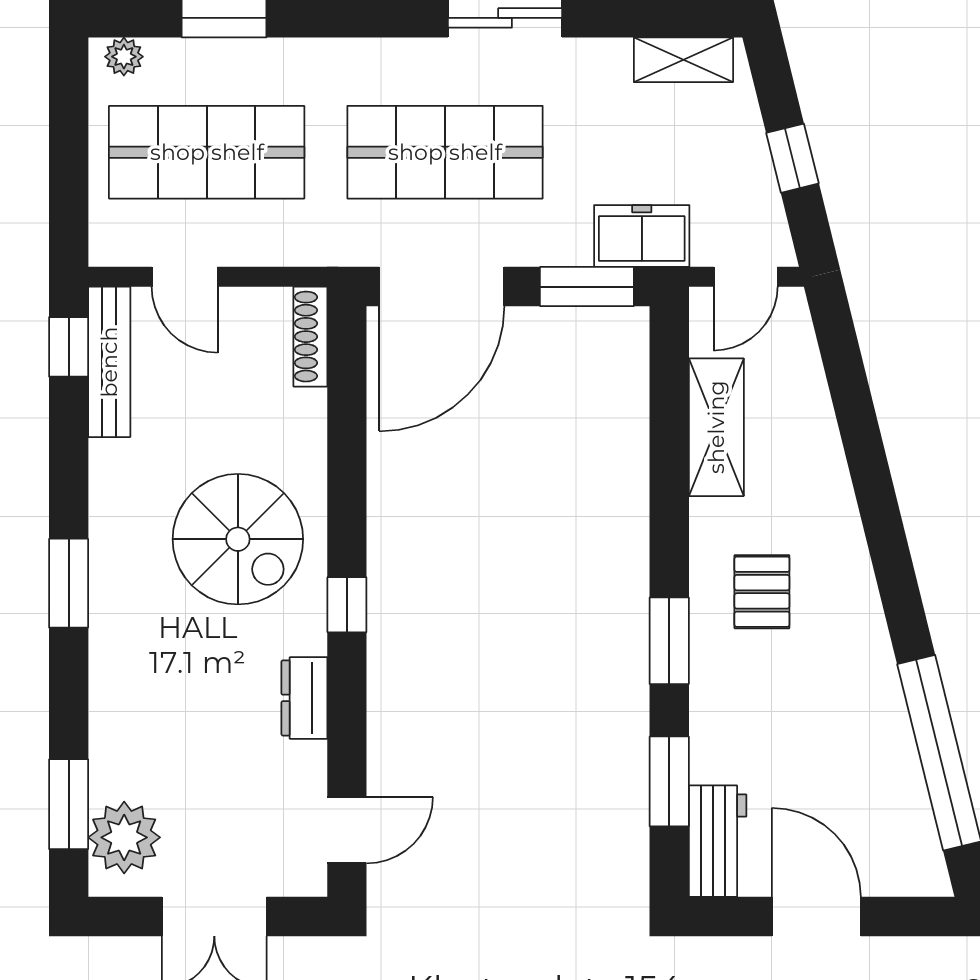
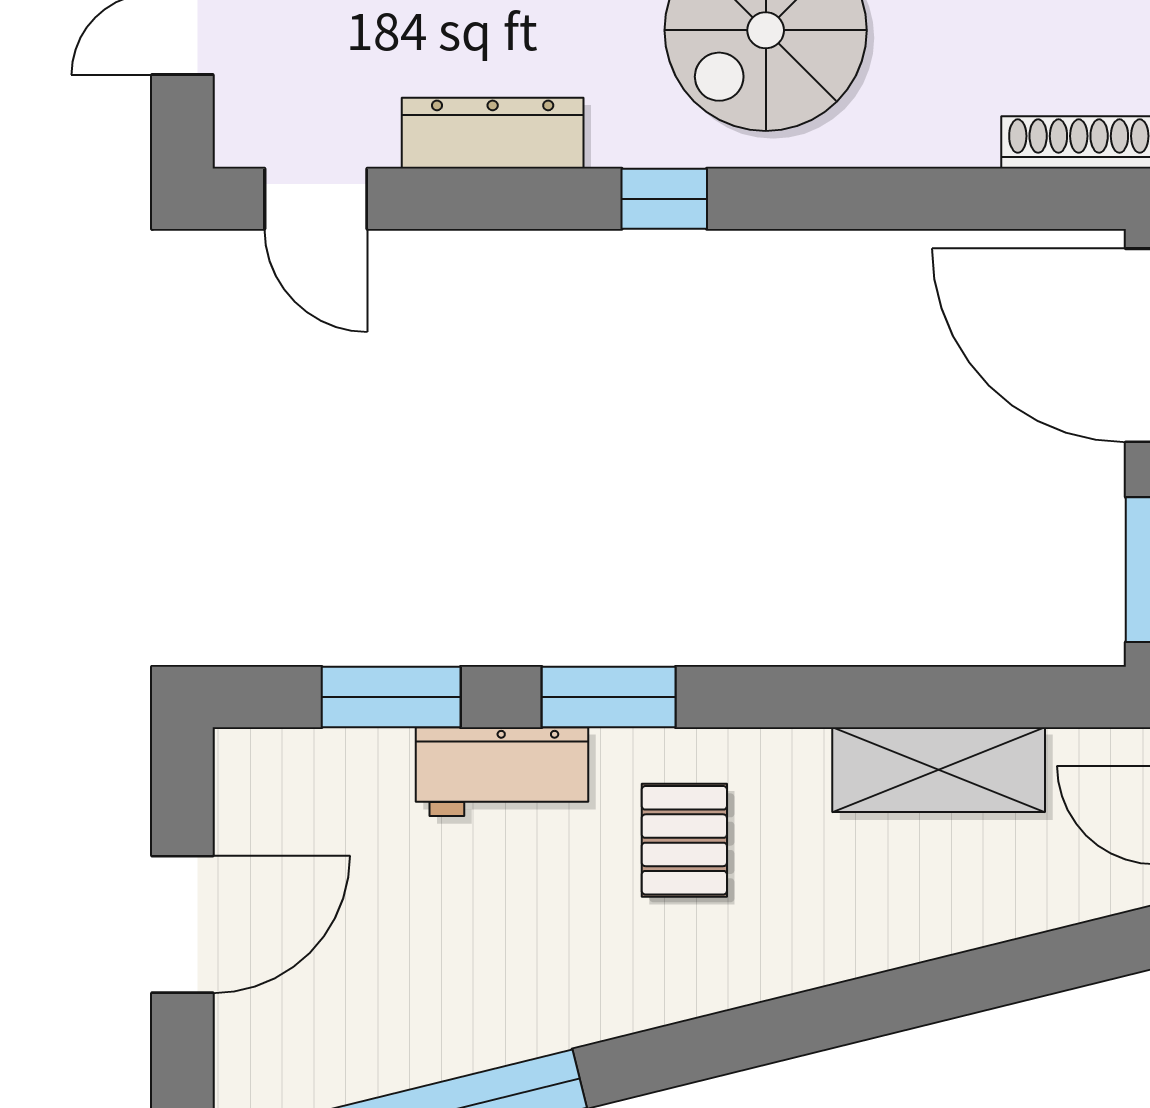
pallet: (762, 592) -> (684, 840), turned 90
dresser: (304, 698) -> (493, 133), width x1.44
workbench: (718, 841) -> (502, 772), moved

